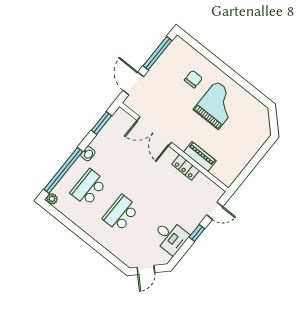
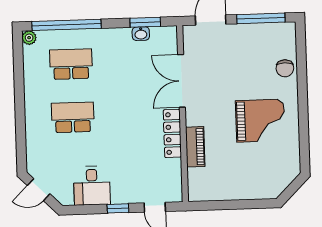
chair: (193, 79) -> (285, 68), moved, turned 90
washbasin: (88, 154) -> (141, 34), moved
locker: (186, 167) -> (172, 133), width x1.53

